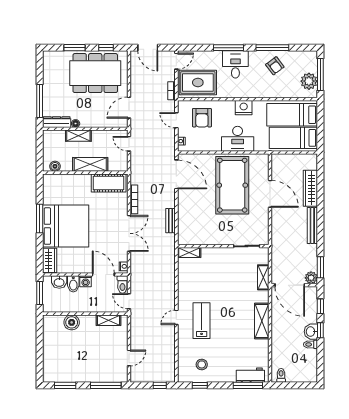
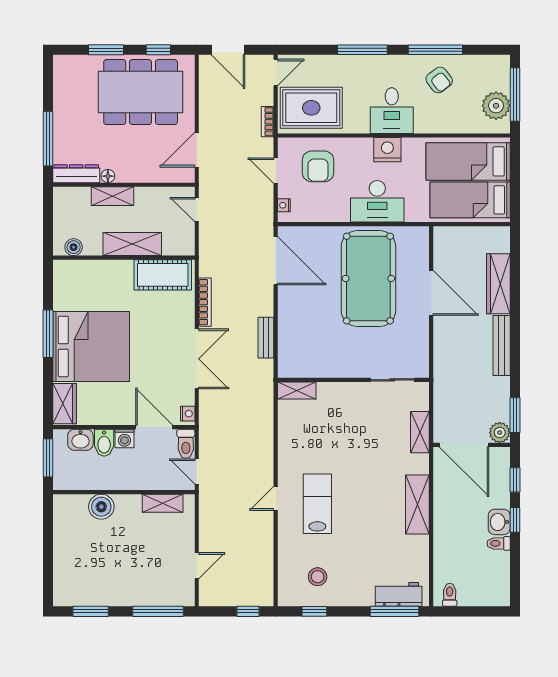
desk: (235, 64) -> (392, 111), moved, turned 180

